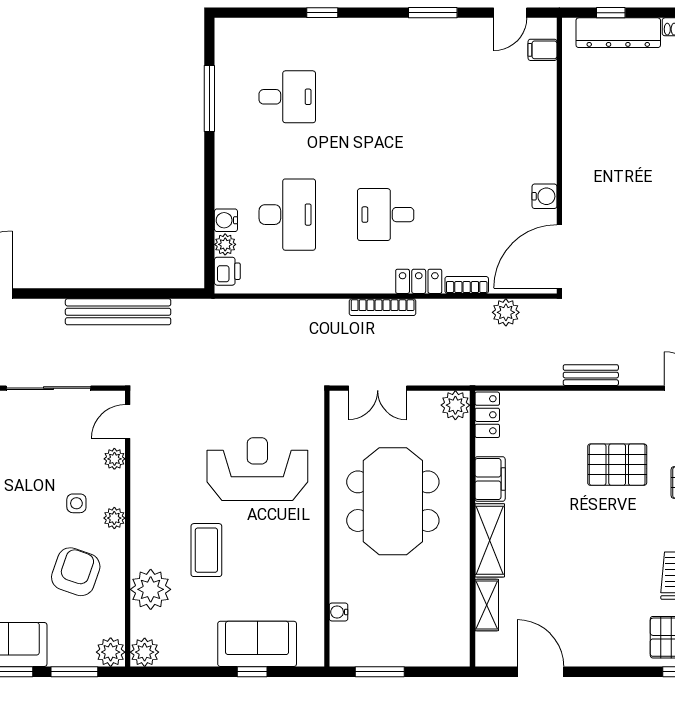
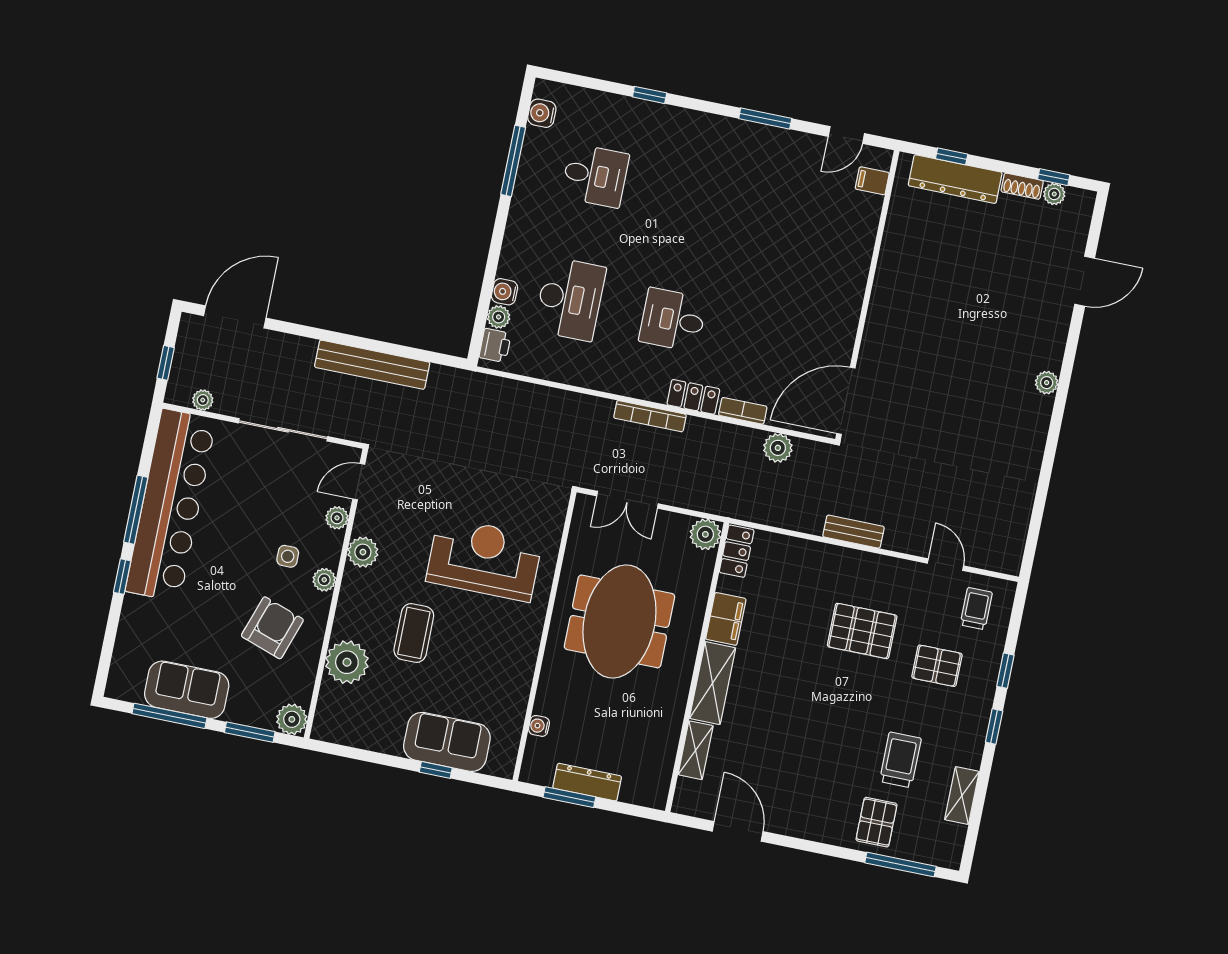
water cooler: (544, 196) -> (542, 113), moved, turned 180
plant: (145, 652) -> (363, 552), moved
dresser: (393, 655) -> (587, 782), added

